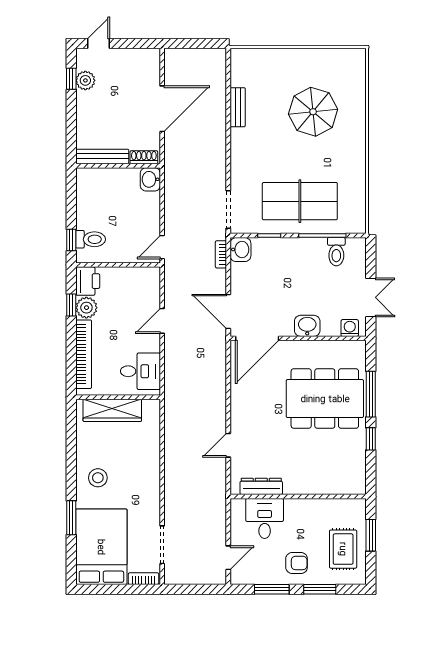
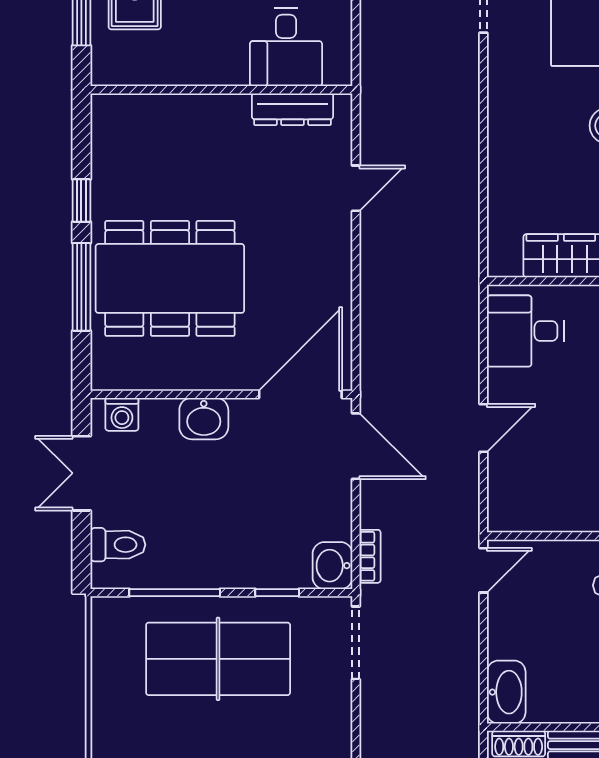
washbasin: (150, 179) -> (506, 692), width x1.38
toilet: (336, 252) -> (118, 545), moved, turned 90

